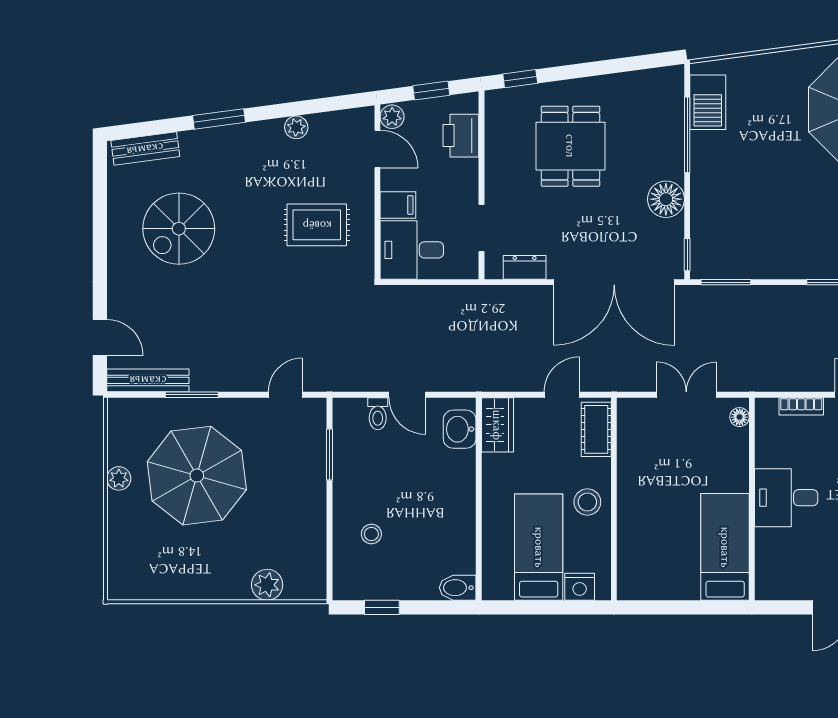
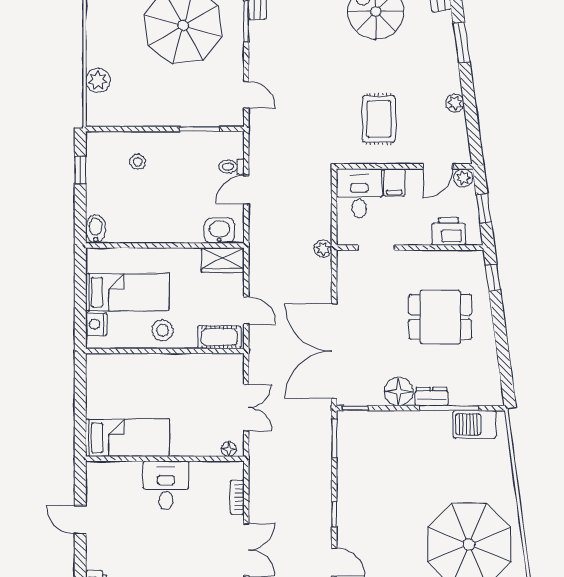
dresser: (525, 267) -> (431, 397), moved, turned -90
plant: (483, 296) -> (323, 248), added

